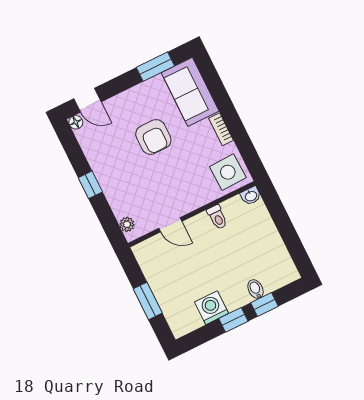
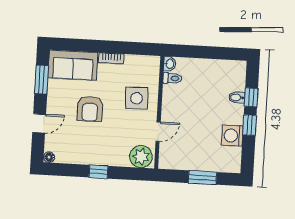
door: (88, 100) -> (39, 123), moved
armchair: (153, 137) -> (90, 109), turned 90
side table: (228, 172) -> (137, 98), moved
toilet: (217, 217) -> (172, 78), moved
plant: (127, 224) -> (141, 157), width x1.87, depth x1.87

